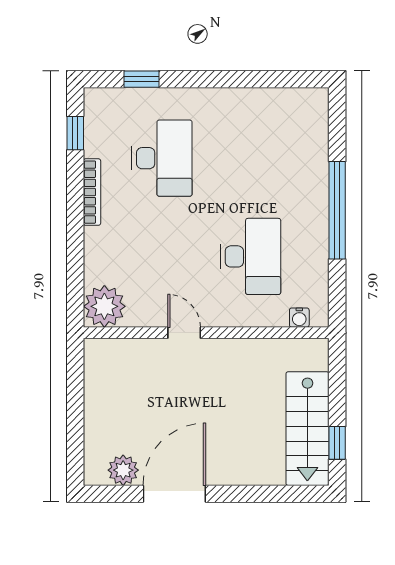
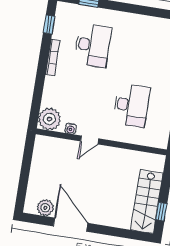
water cooler: (299, 318) -> (71, 129), moved
door: (184, 333) -> (90, 140), swing flipped
door: (174, 494) -> (71, 225), hinge flipped

